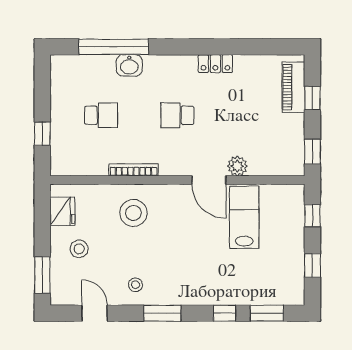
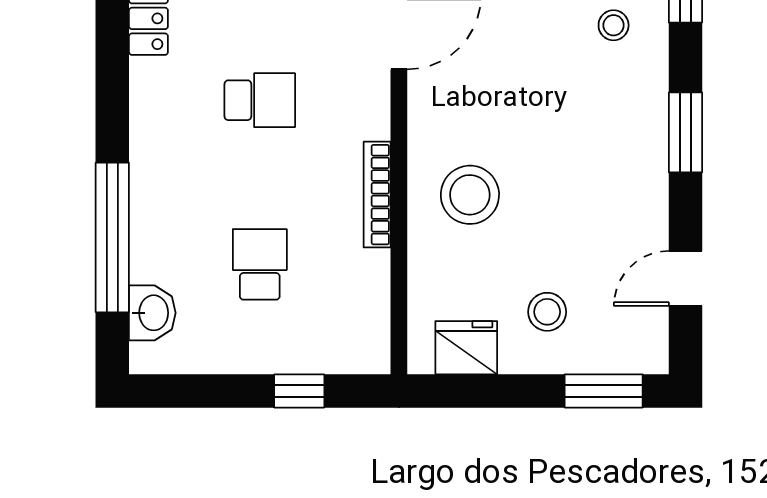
washbasin: (129, 65) -> (152, 313), moved
school desk: (177, 115) -> (260, 100), turned -90
stool: (136, 285) -> (614, 25), moved

